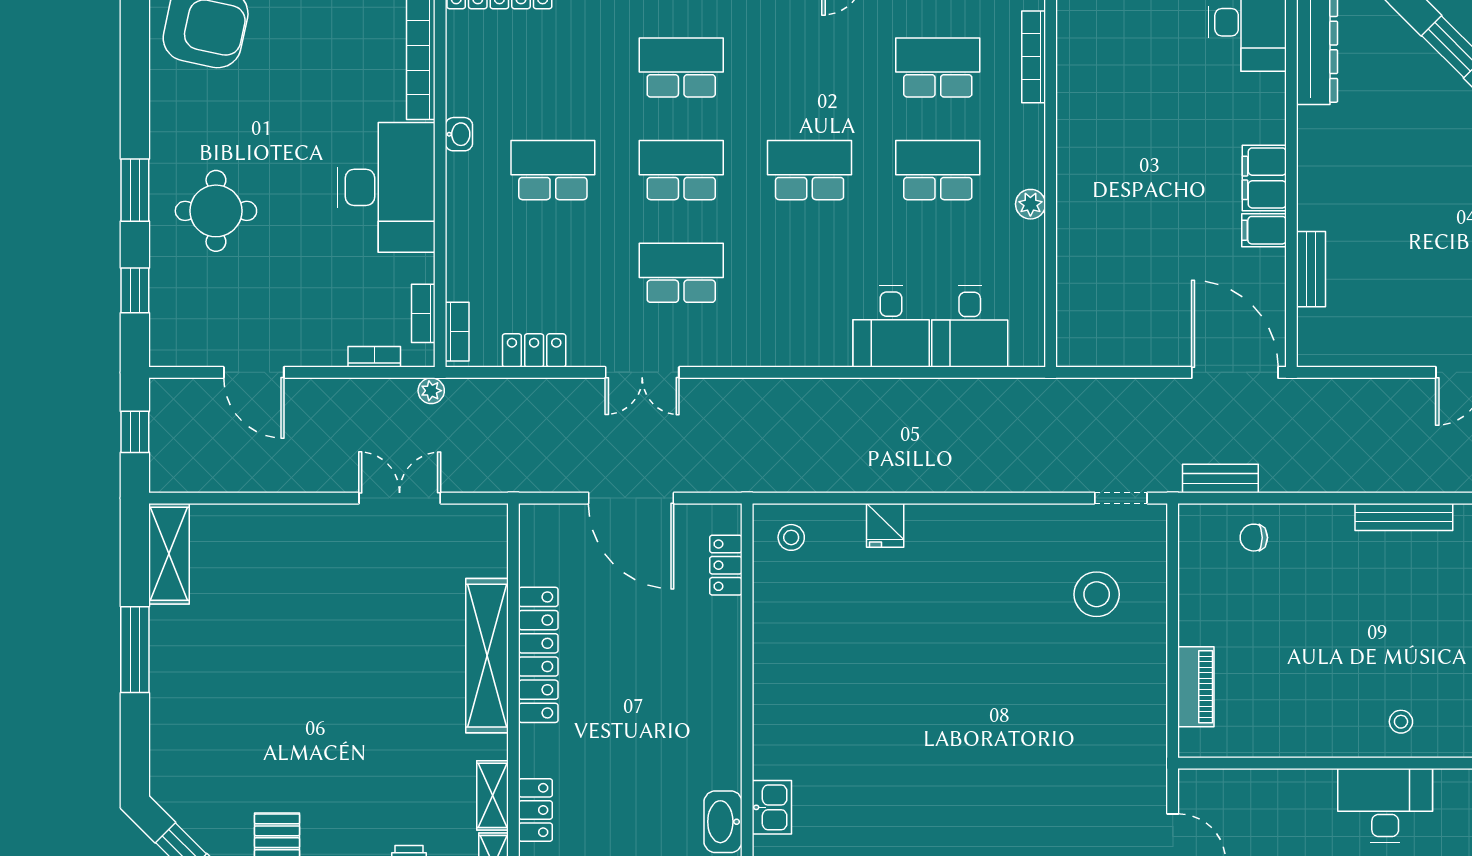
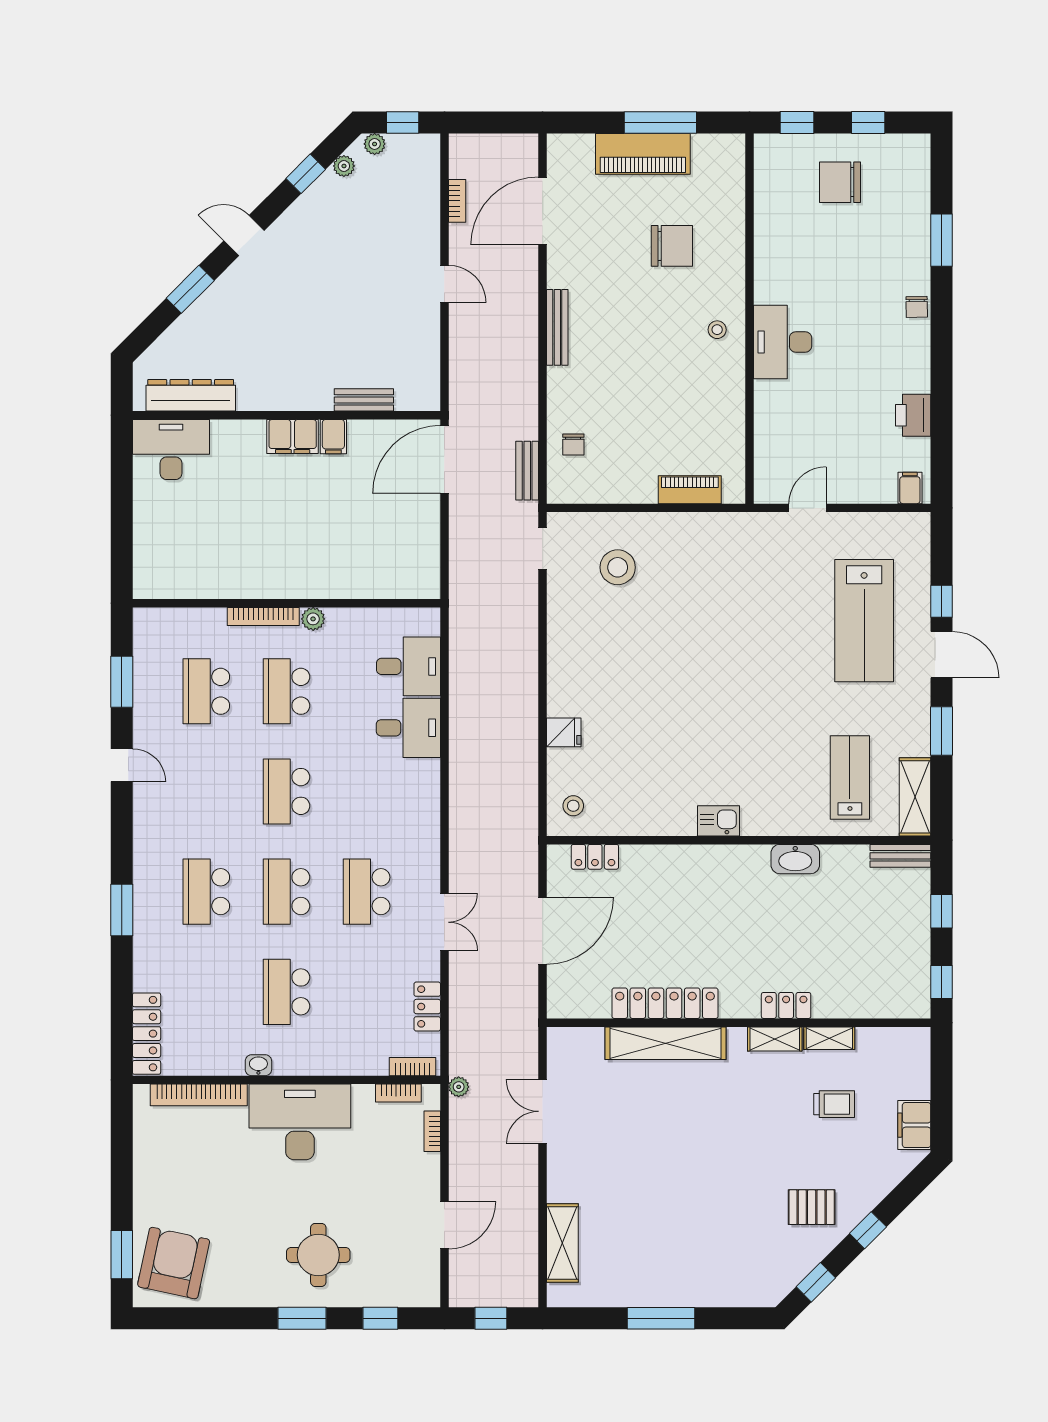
bookcase: (1034, 57) -> (263, 616), moved
shelving: (169, 554) -> (562, 1243), moved, turned 90
kitchen sink: (772, 807) -> (718, 821), moved

